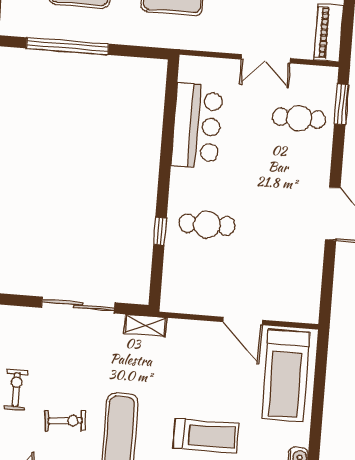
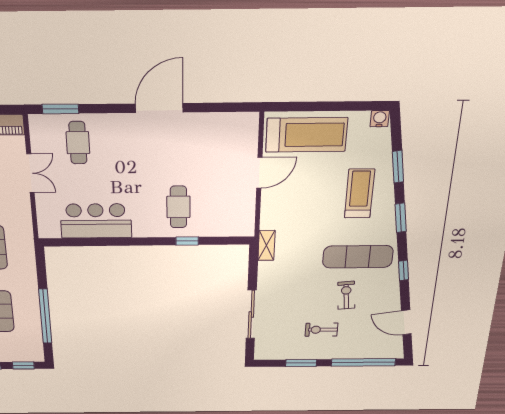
sliding door: (78, 305) -> (251, 315), moved

